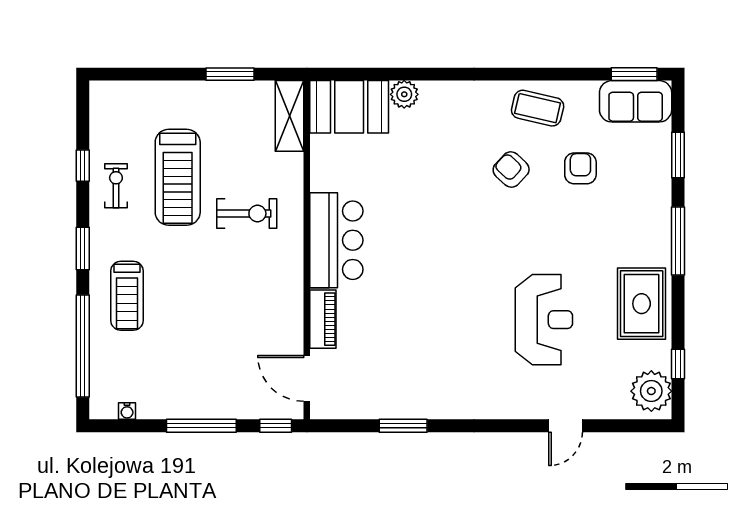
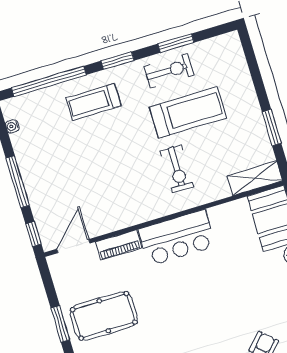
window: (83, 166) -> (176, 43), width x1.50
treadmill: (178, 177) -> (188, 112), turned 180
exercise bike: (116, 186) -> (169, 71), width x1.38, depth x1.39
pool table: (410, 366) -> (104, 316), added

